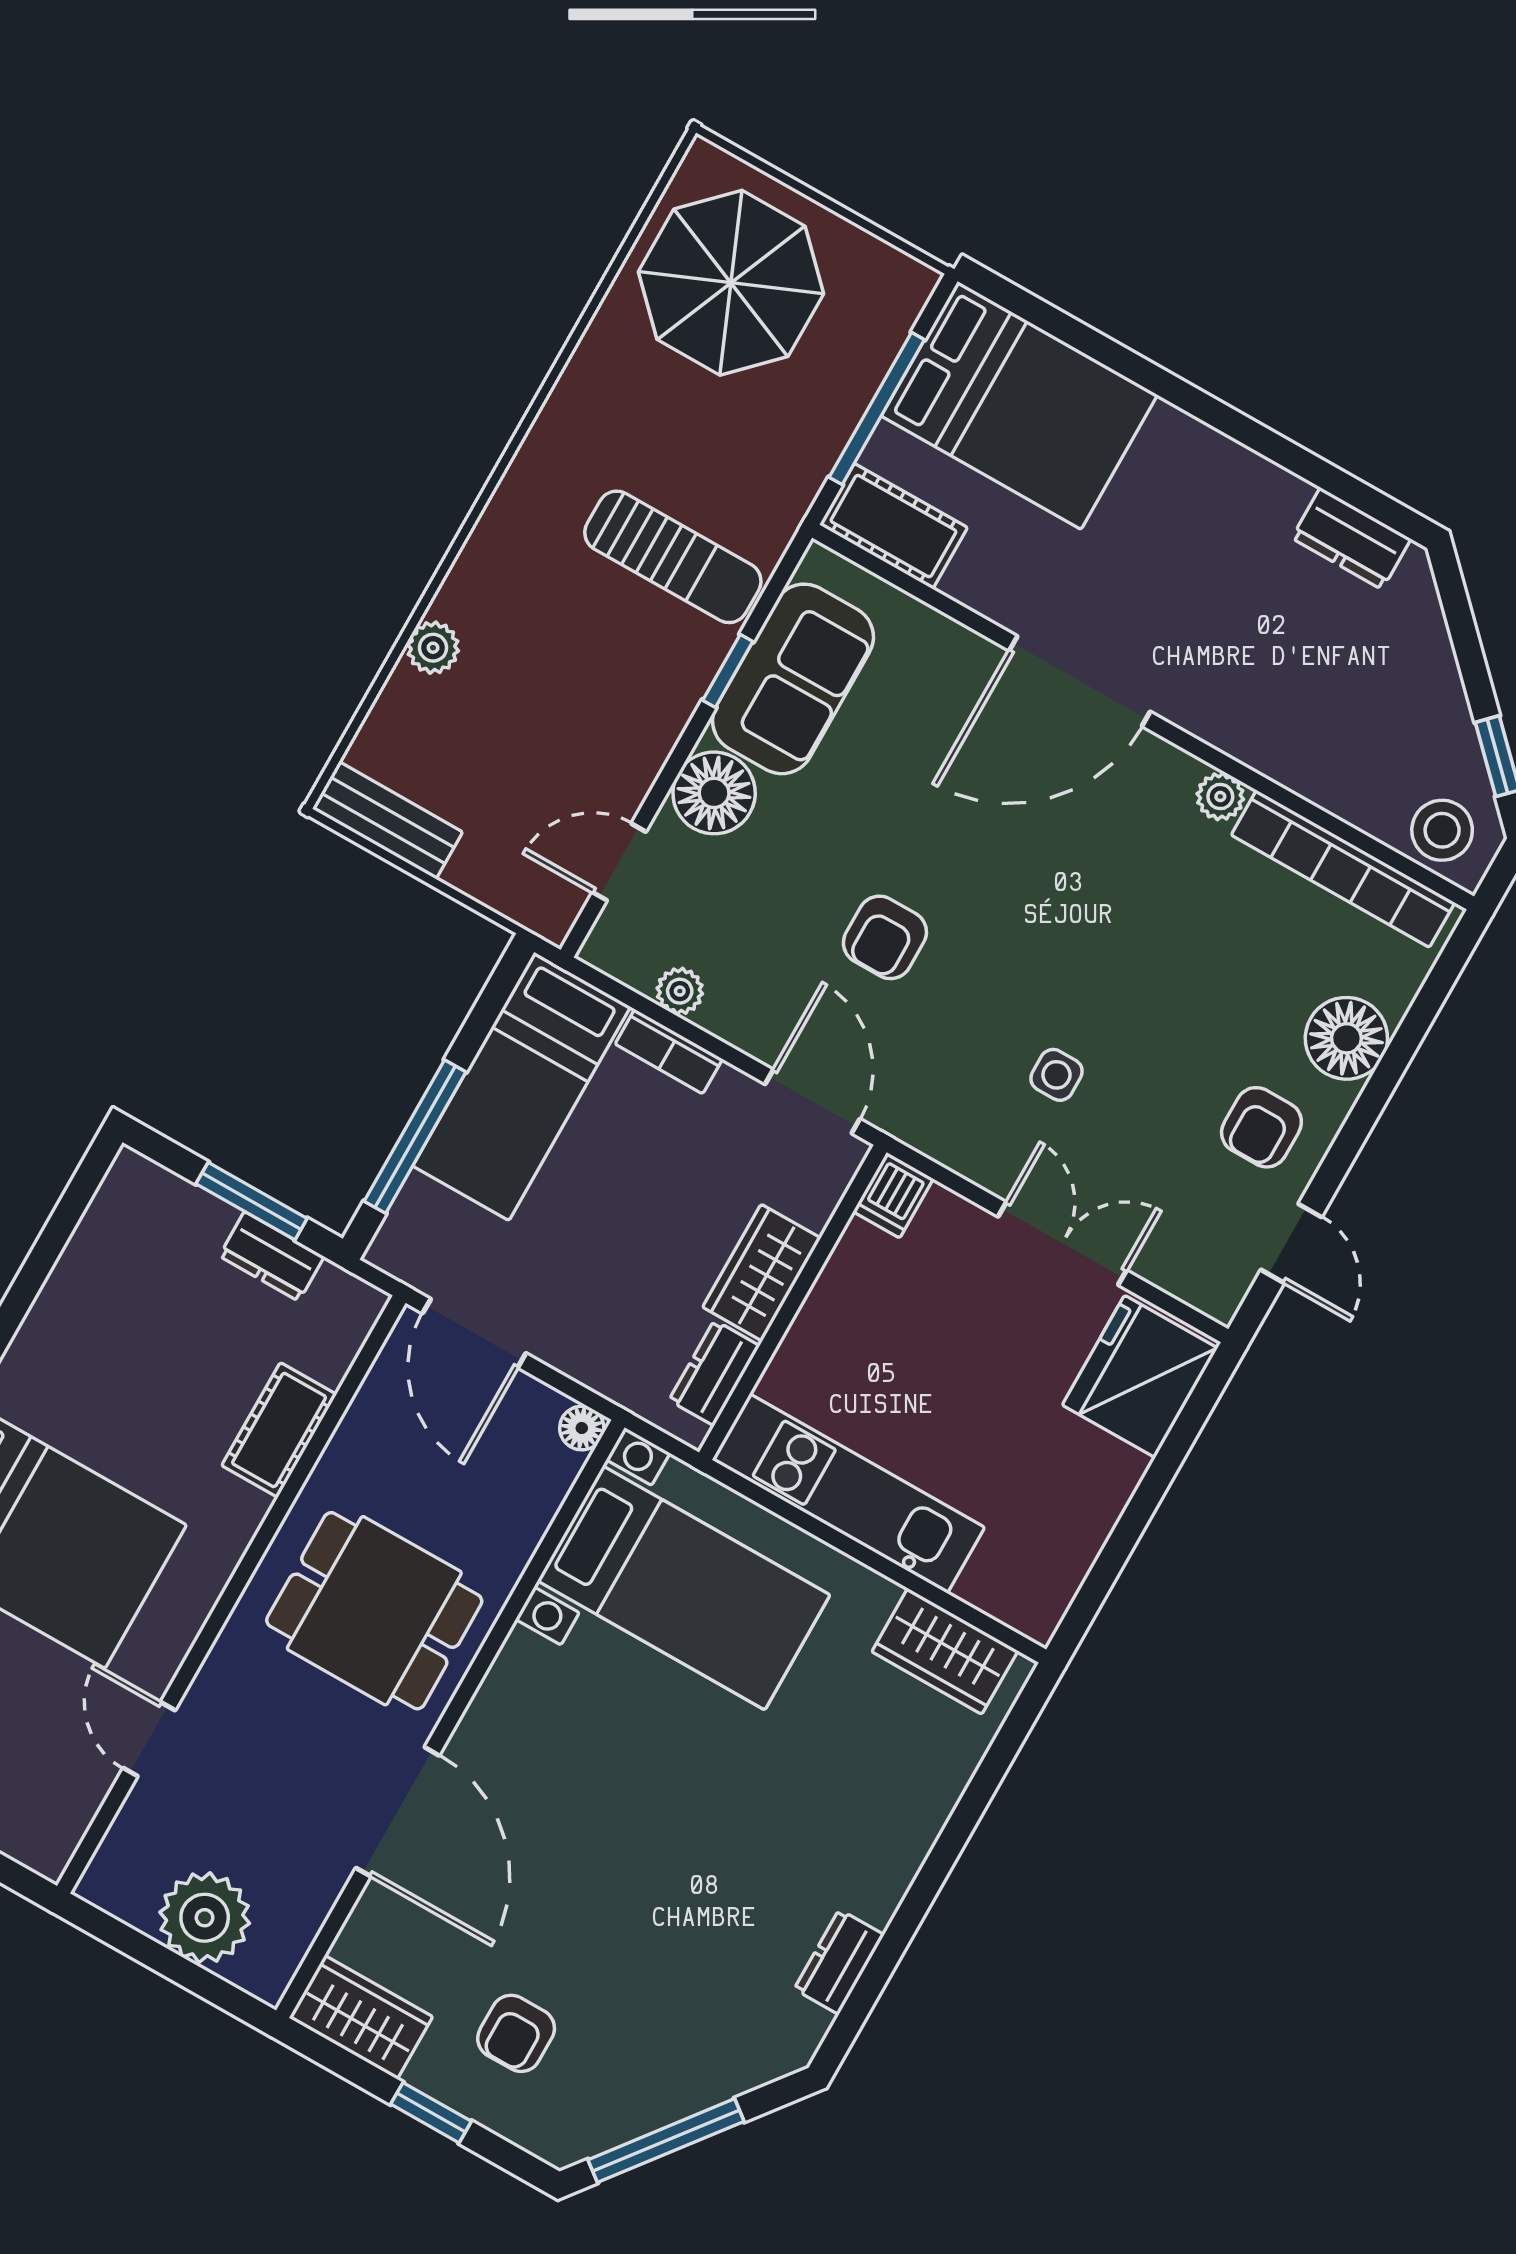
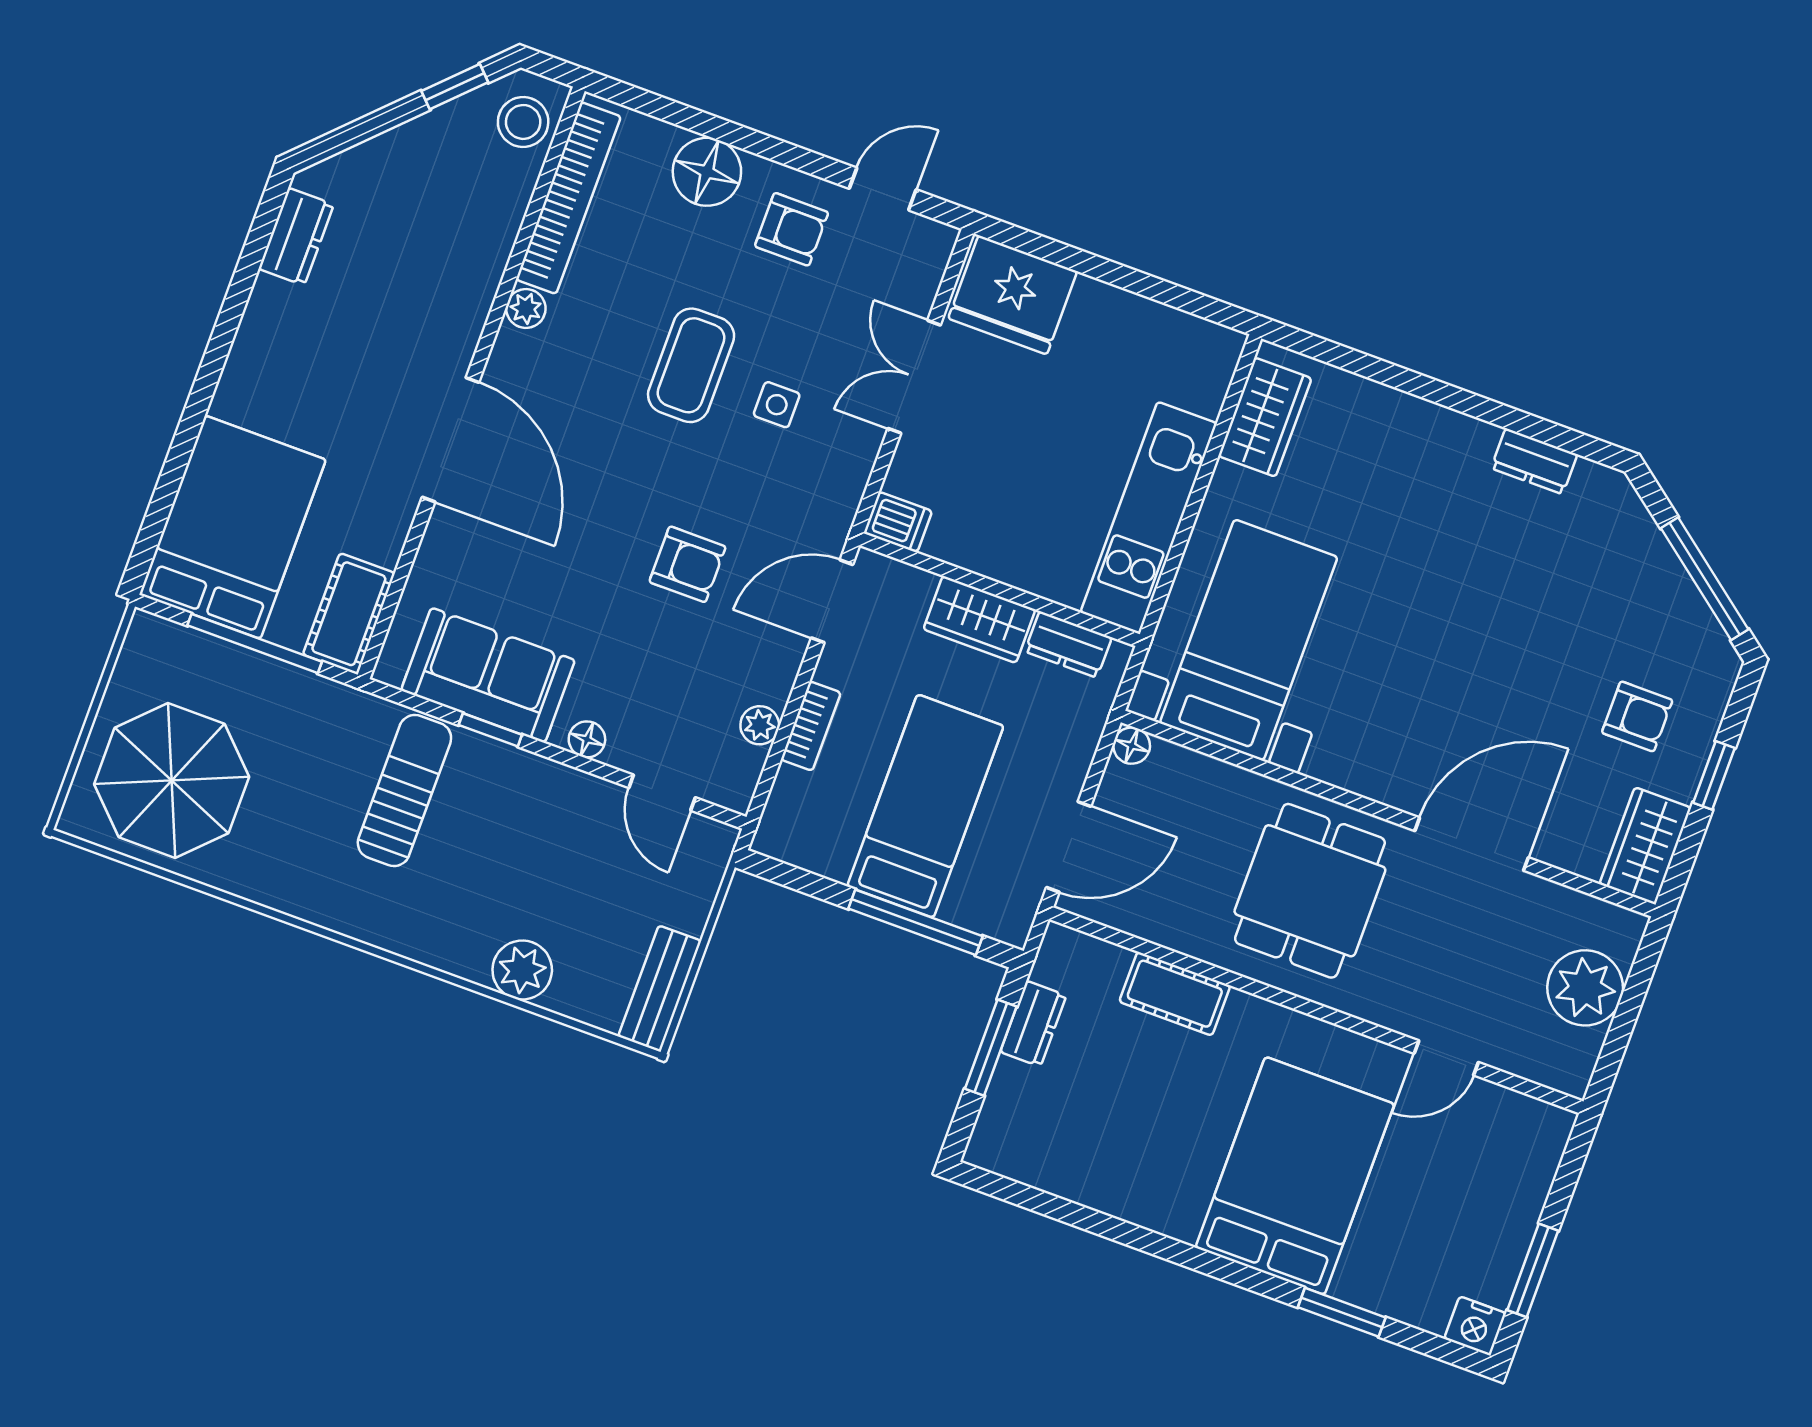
plant: (433, 648) -> (522, 970), width x1.38, depth x1.38
floor lamp: (714, 793) -> (587, 739), width x0.53, depth x0.53
coffee table: (1120, 981) -> (691, 365), added
bed: (522, 1086) -> (925, 806), moved, turned -90

